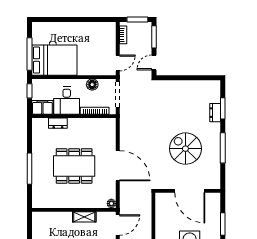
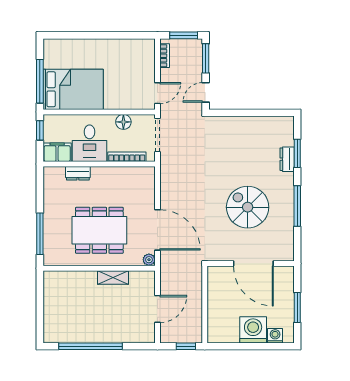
plant: (111, 204) -> (149, 260), moved
wall: (74, 210) -> (99, 268), moved
shelving: (84, 217) -> (113, 278), moved

